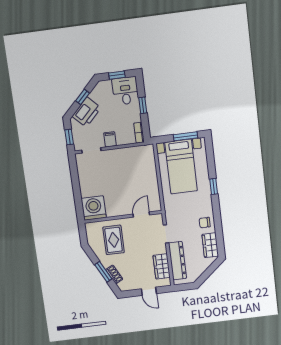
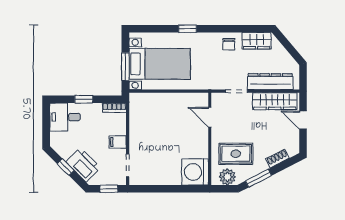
window: (117, 75) -> (46, 124), removed
window: (185, 136) -> (125, 67), moved
plant: (93, 235) -> (227, 177), added
wardrobe: (162, 266) -> (275, 101), width x1.50
window: (103, 272) -> (258, 178), moved
door: (149, 291) -> (303, 120), swing flipped

